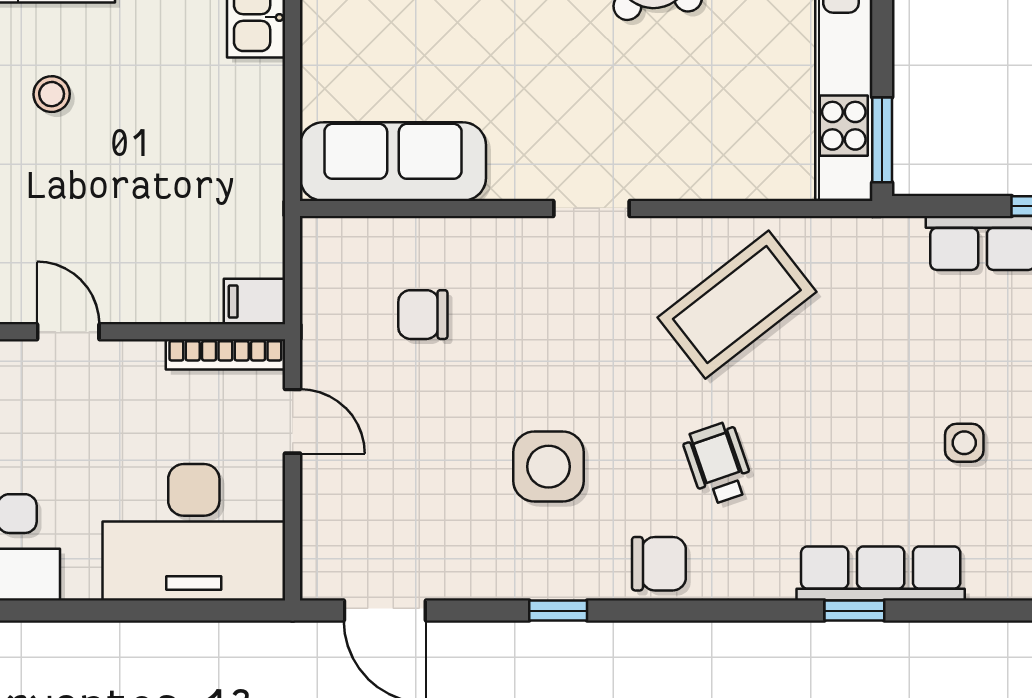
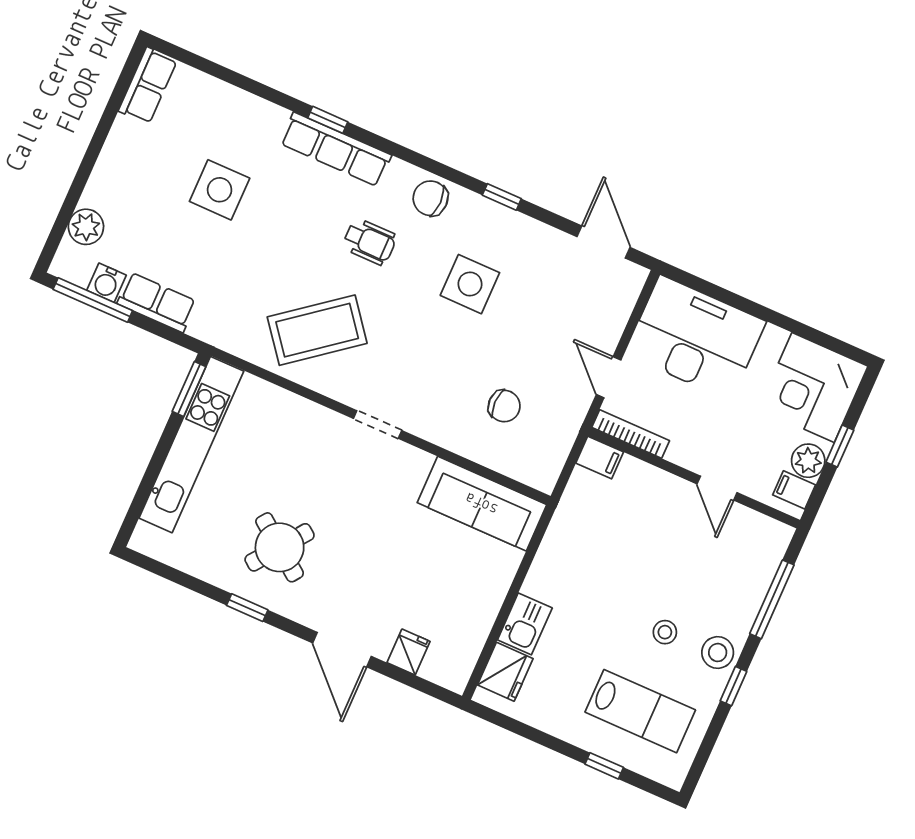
side table: (964, 443) -> (220, 190), width x1.87, depth x1.87
wheelchair: (718, 463) -> (370, 242), turned -71
row of seats: (881, 574) -> (336, 149), moved

